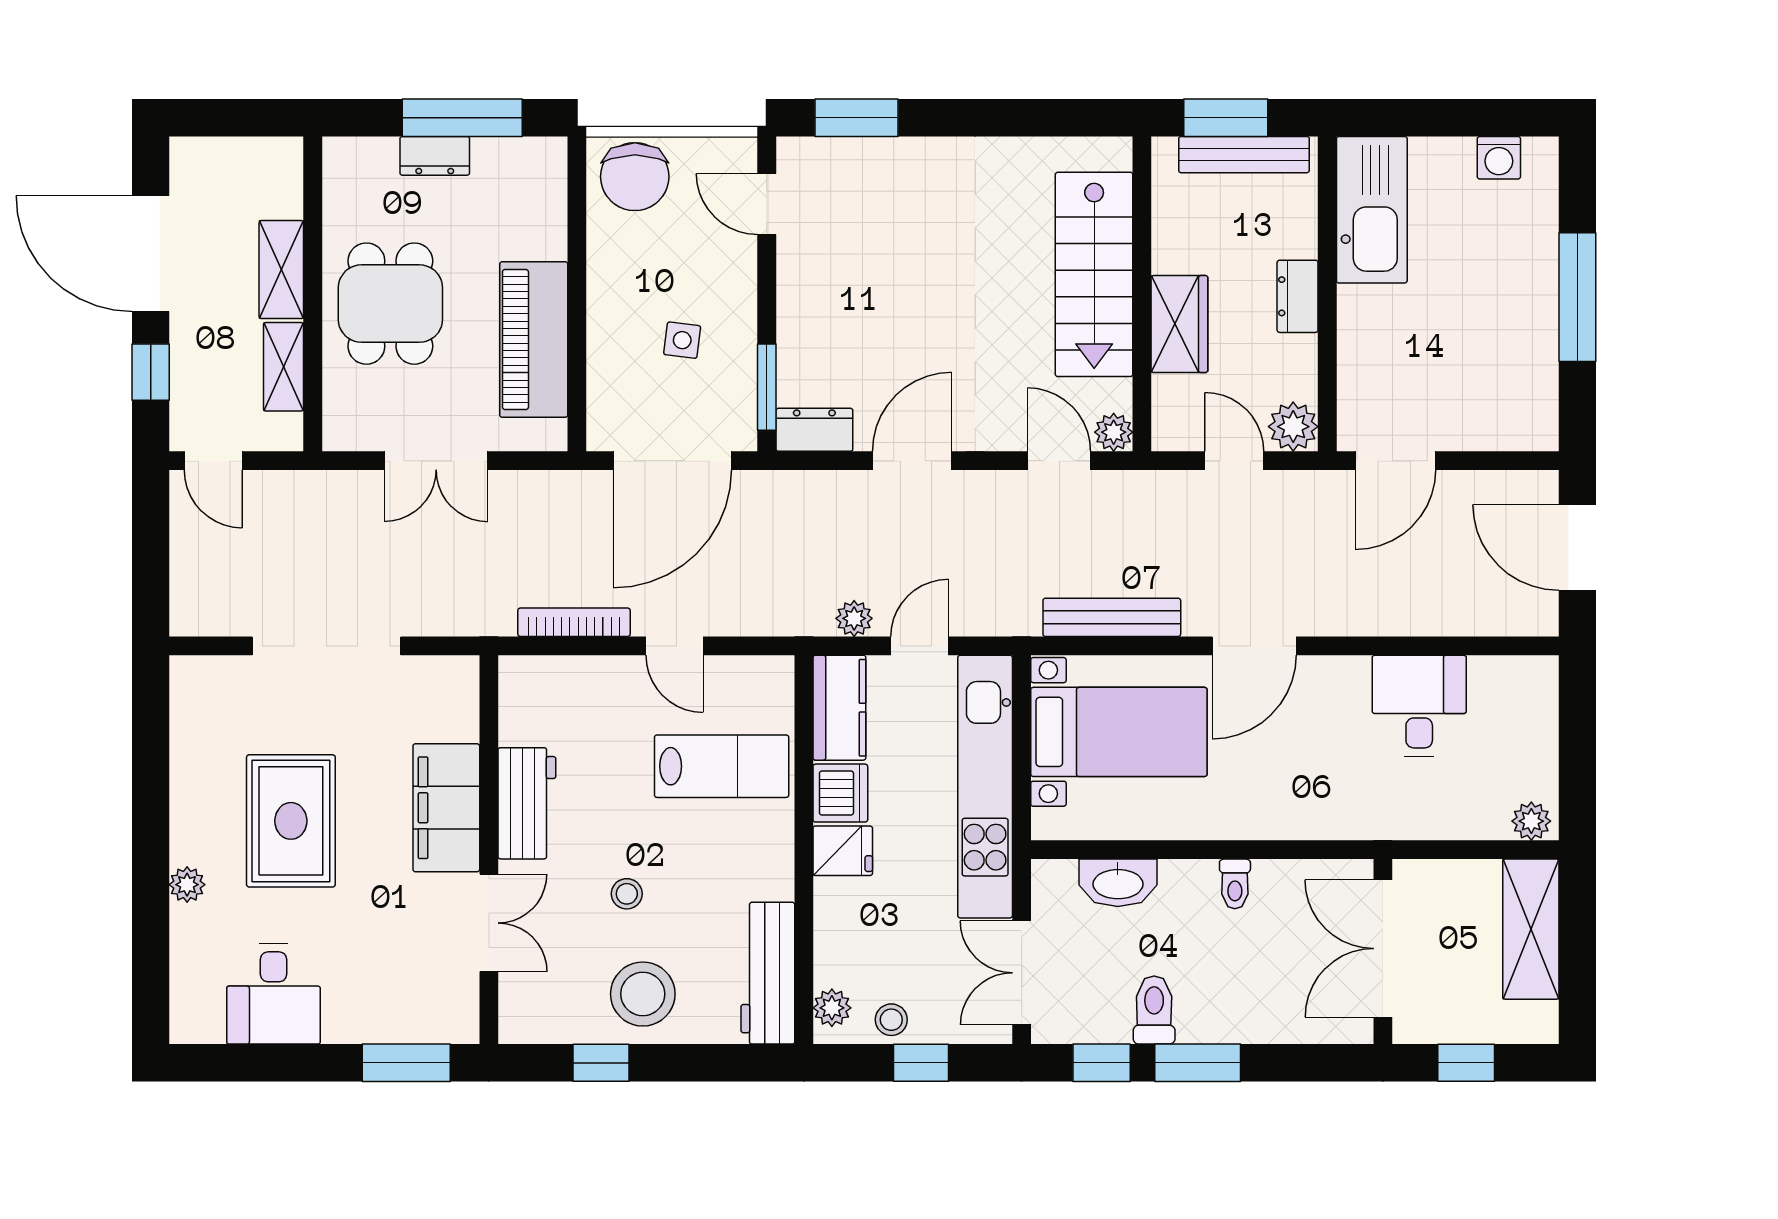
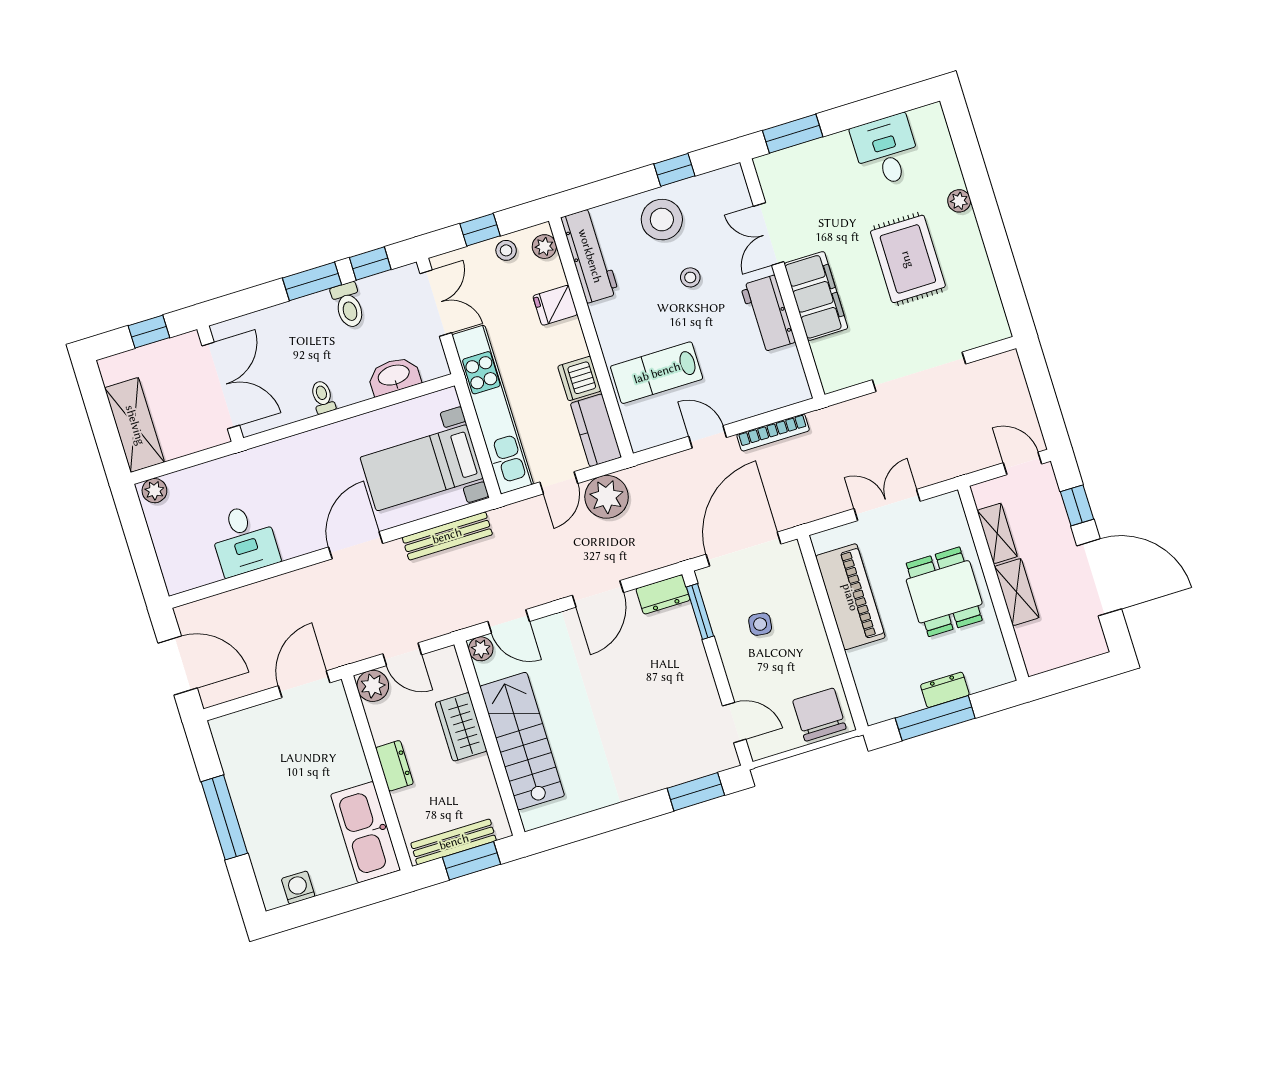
plant: (854, 618) -> (607, 497), width x1.87, depth x1.87
fridge: (843, 851) -> (555, 305), moved

